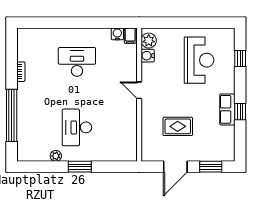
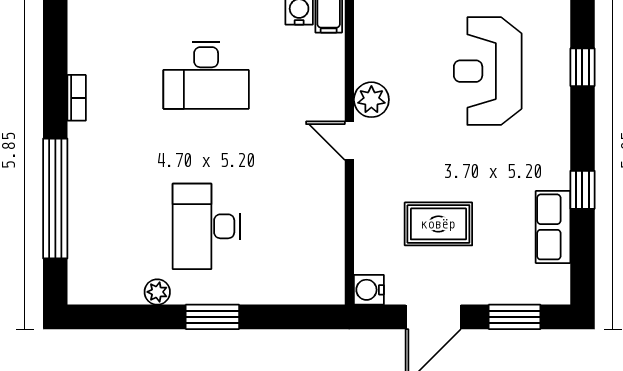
plant: (149, 41) -> (371, 100), moved
water cooler: (148, 56) -> (369, 290), moved
reception desk: (199, 60) -> (488, 71), turned 180
desk: (77, 62) -> (206, 75), turned 180
row of seats: (227, 109) -> (553, 227), moved

